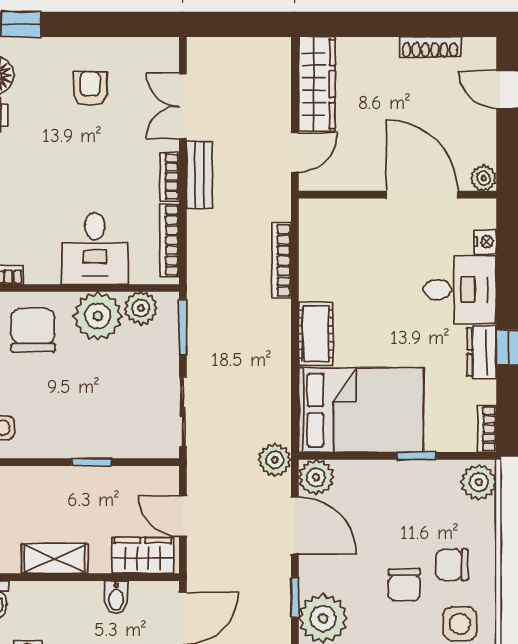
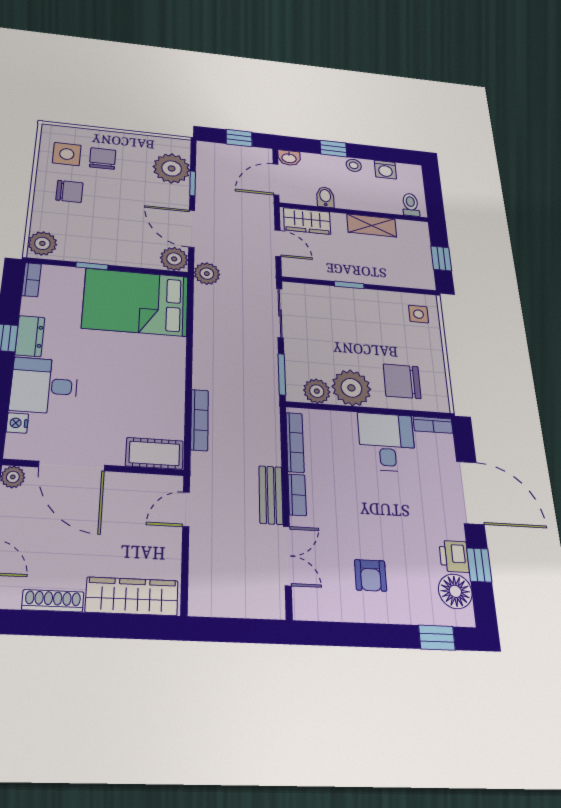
wardrobe: (317, 84) -> (132, 596), moved, turned 90
desk: (95, 248) -> (387, 442), moved
chair: (33, 330) -> (402, 381), turned 90
cot: (316, 334) -> (154, 453), moved, turned 90
chair: (404, 585) -> (103, 158), moved

